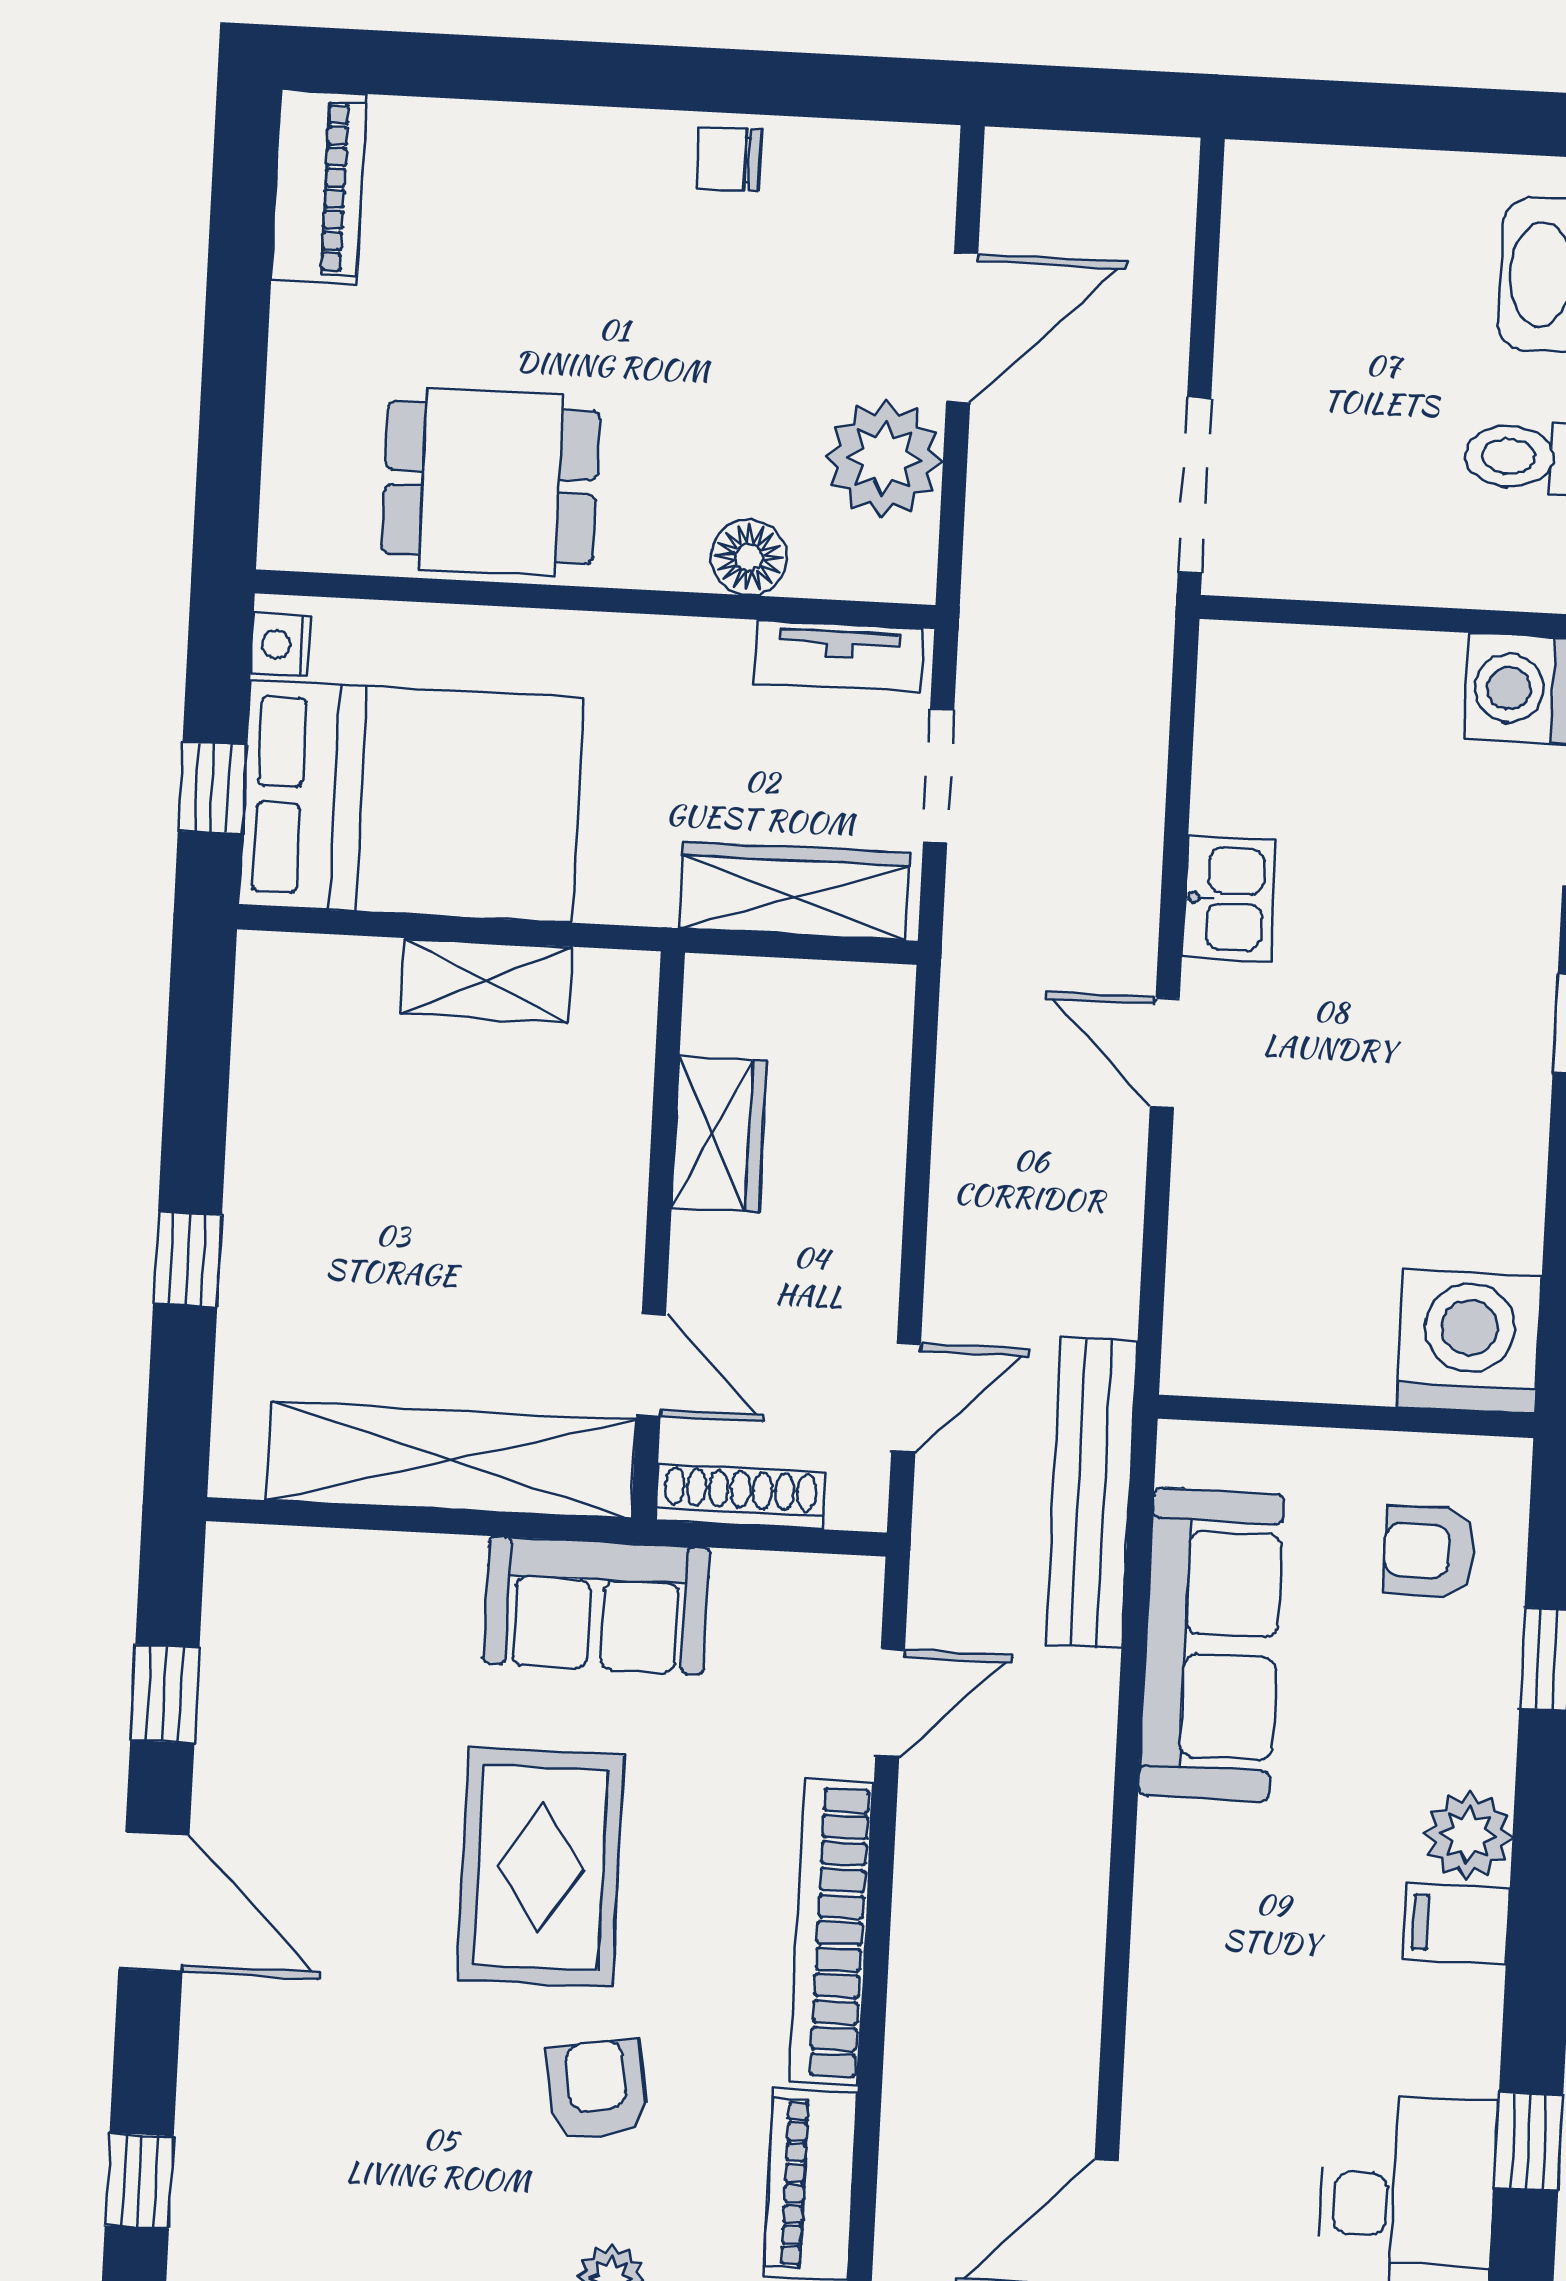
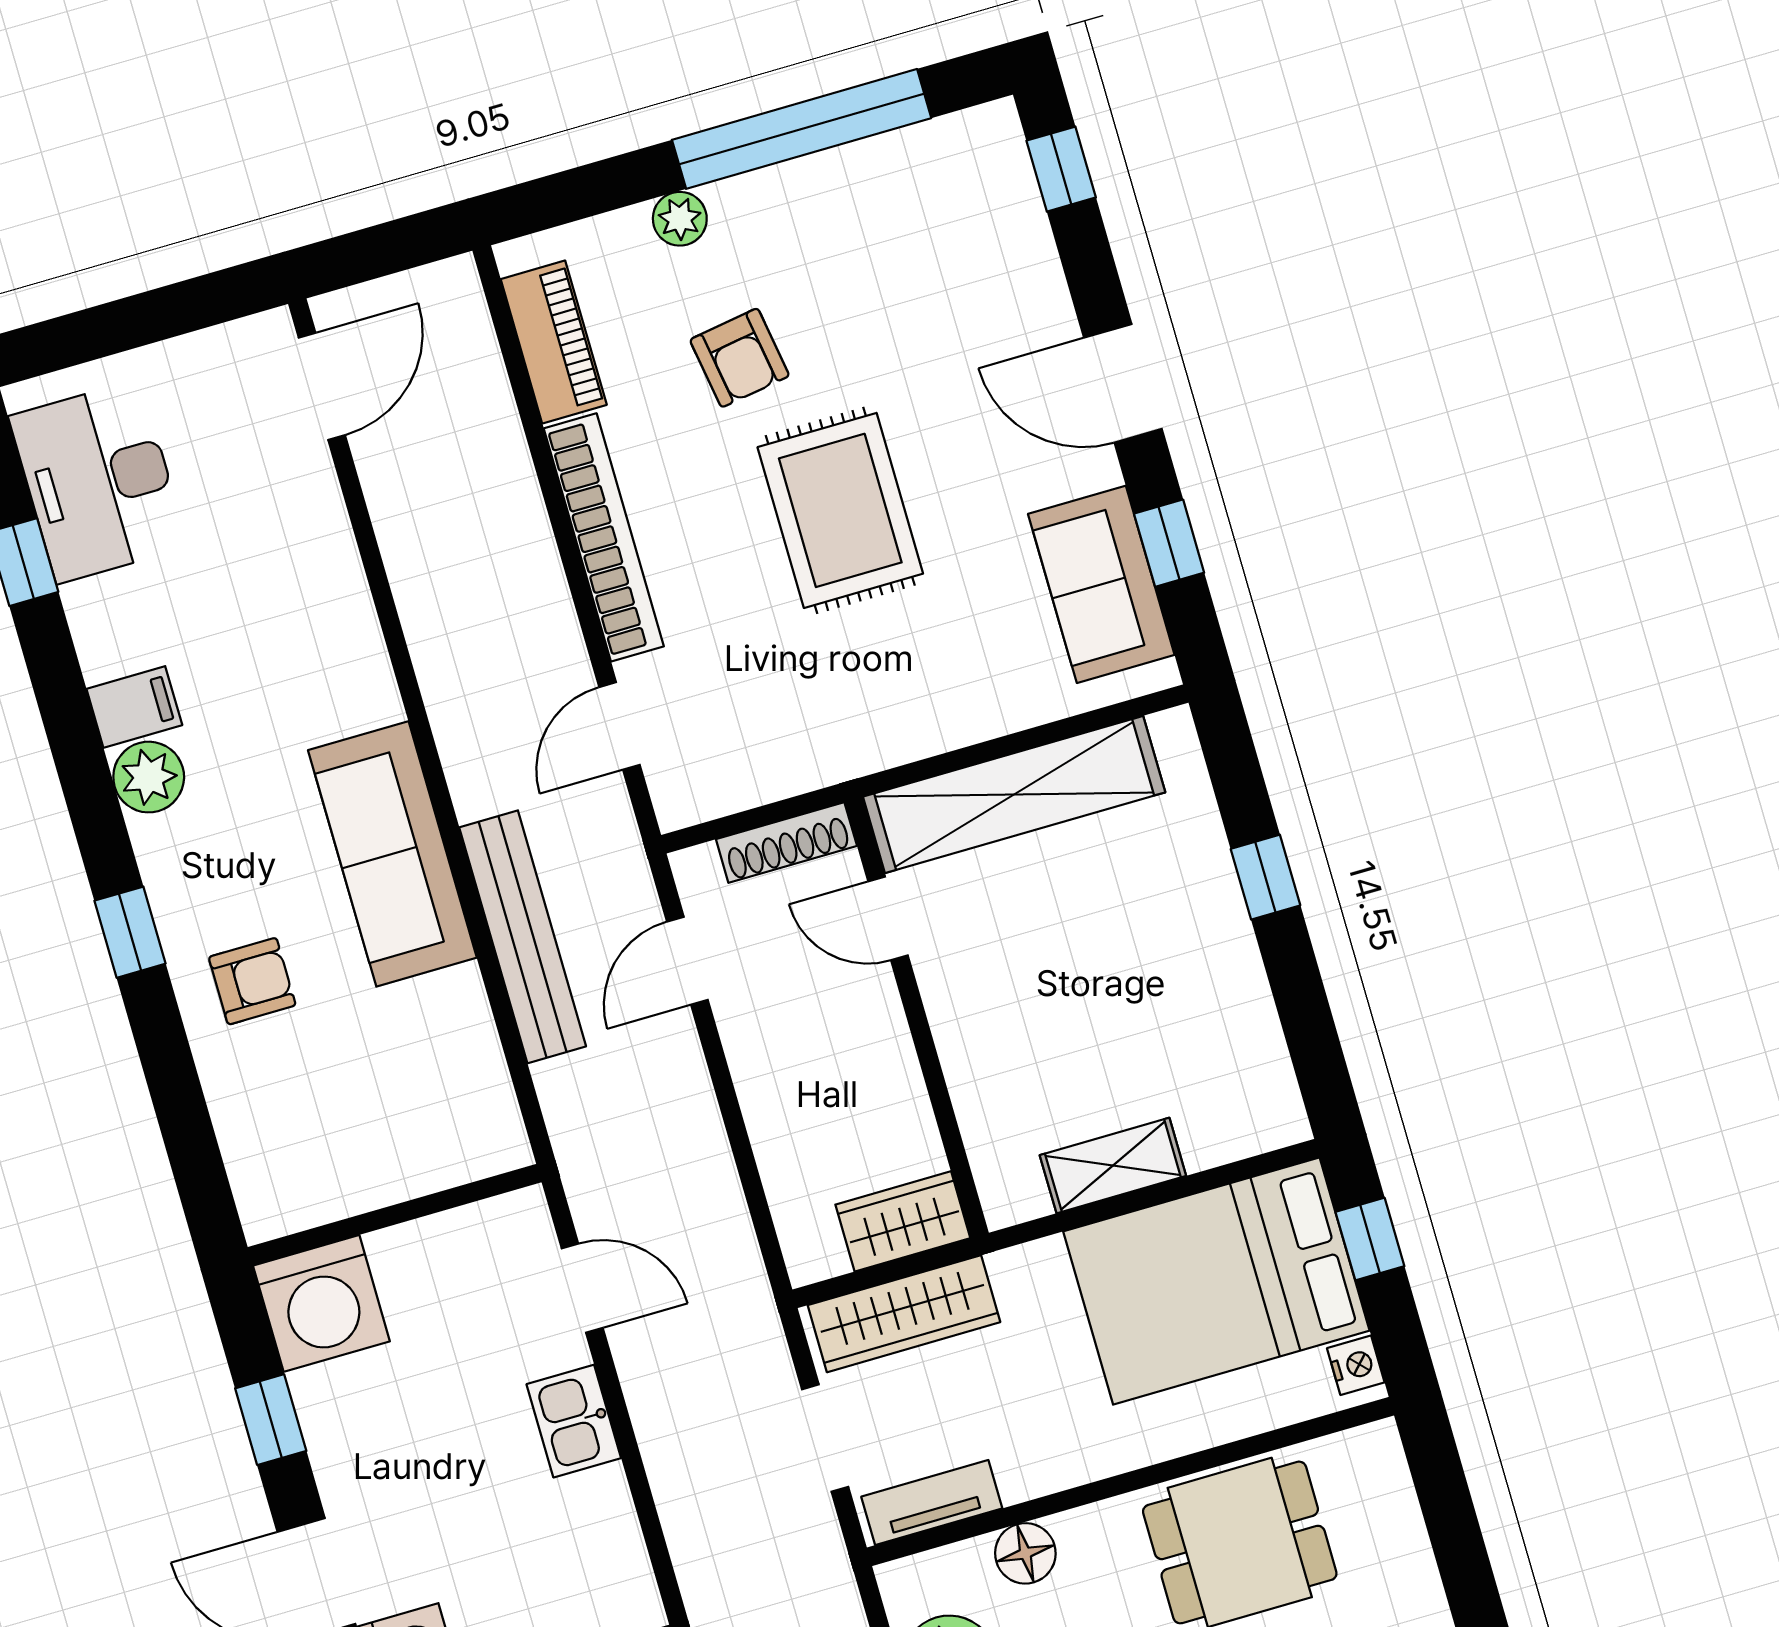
wardrobe: (719, 1134) -> (903, 1221), moved, turned 90
washing machine: (1469, 1341) -> (321, 1303), moved
wall: (1346, 1416) -> (395, 1215), moved
sofa: (597, 1605) -> (1101, 584), moved, turned -90

